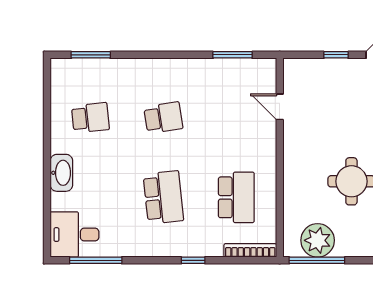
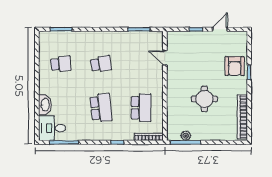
washbasin: (61, 173) -> (45, 105), moved
plant: (318, 240) -> (186, 136), width x0.53, depth x0.53

